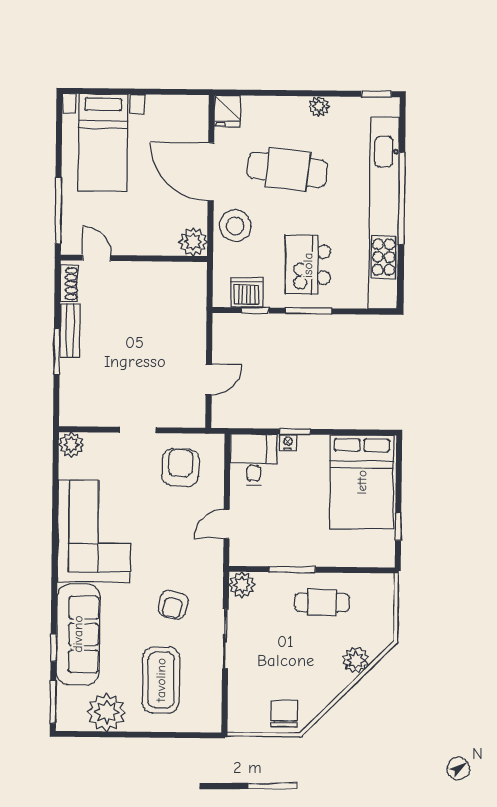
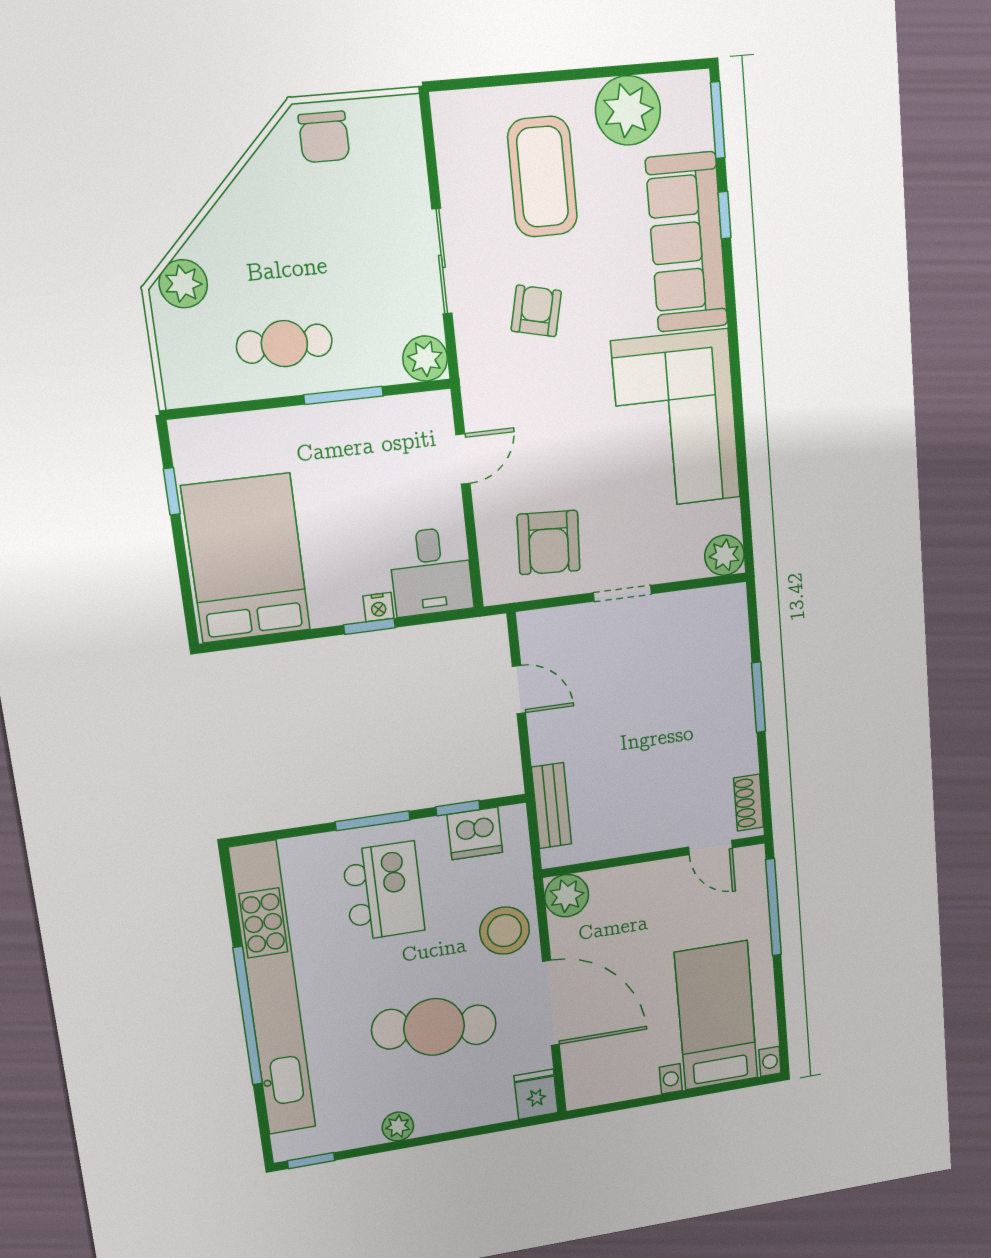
bench: (70, 330) -> (552, 806), moved
door: (209, 379) -> (519, 690), swing flipped
plant: (356, 660) -> (183, 284), moved

